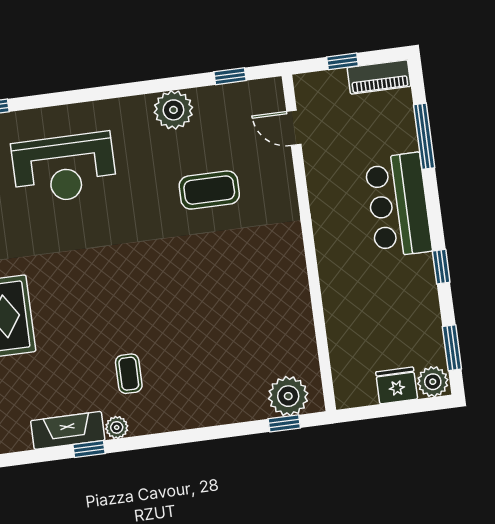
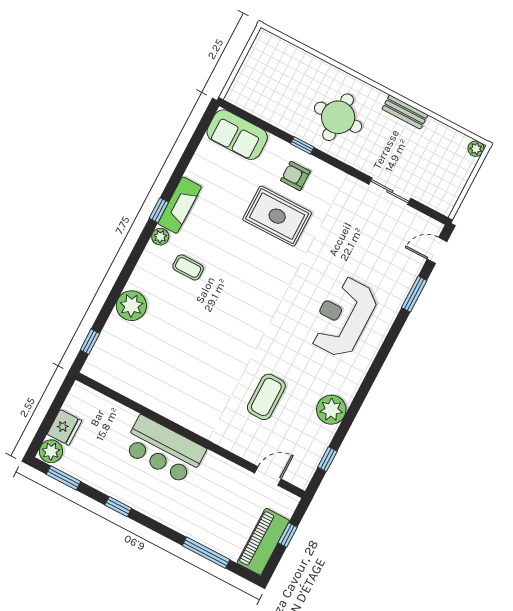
piano: (379, 77) -> (263, 542), width x1.37, depth x1.33
bar counter: (398, 205) -> (164, 450), moved, turned 180
plant: (288, 396) -> (131, 306), moved

